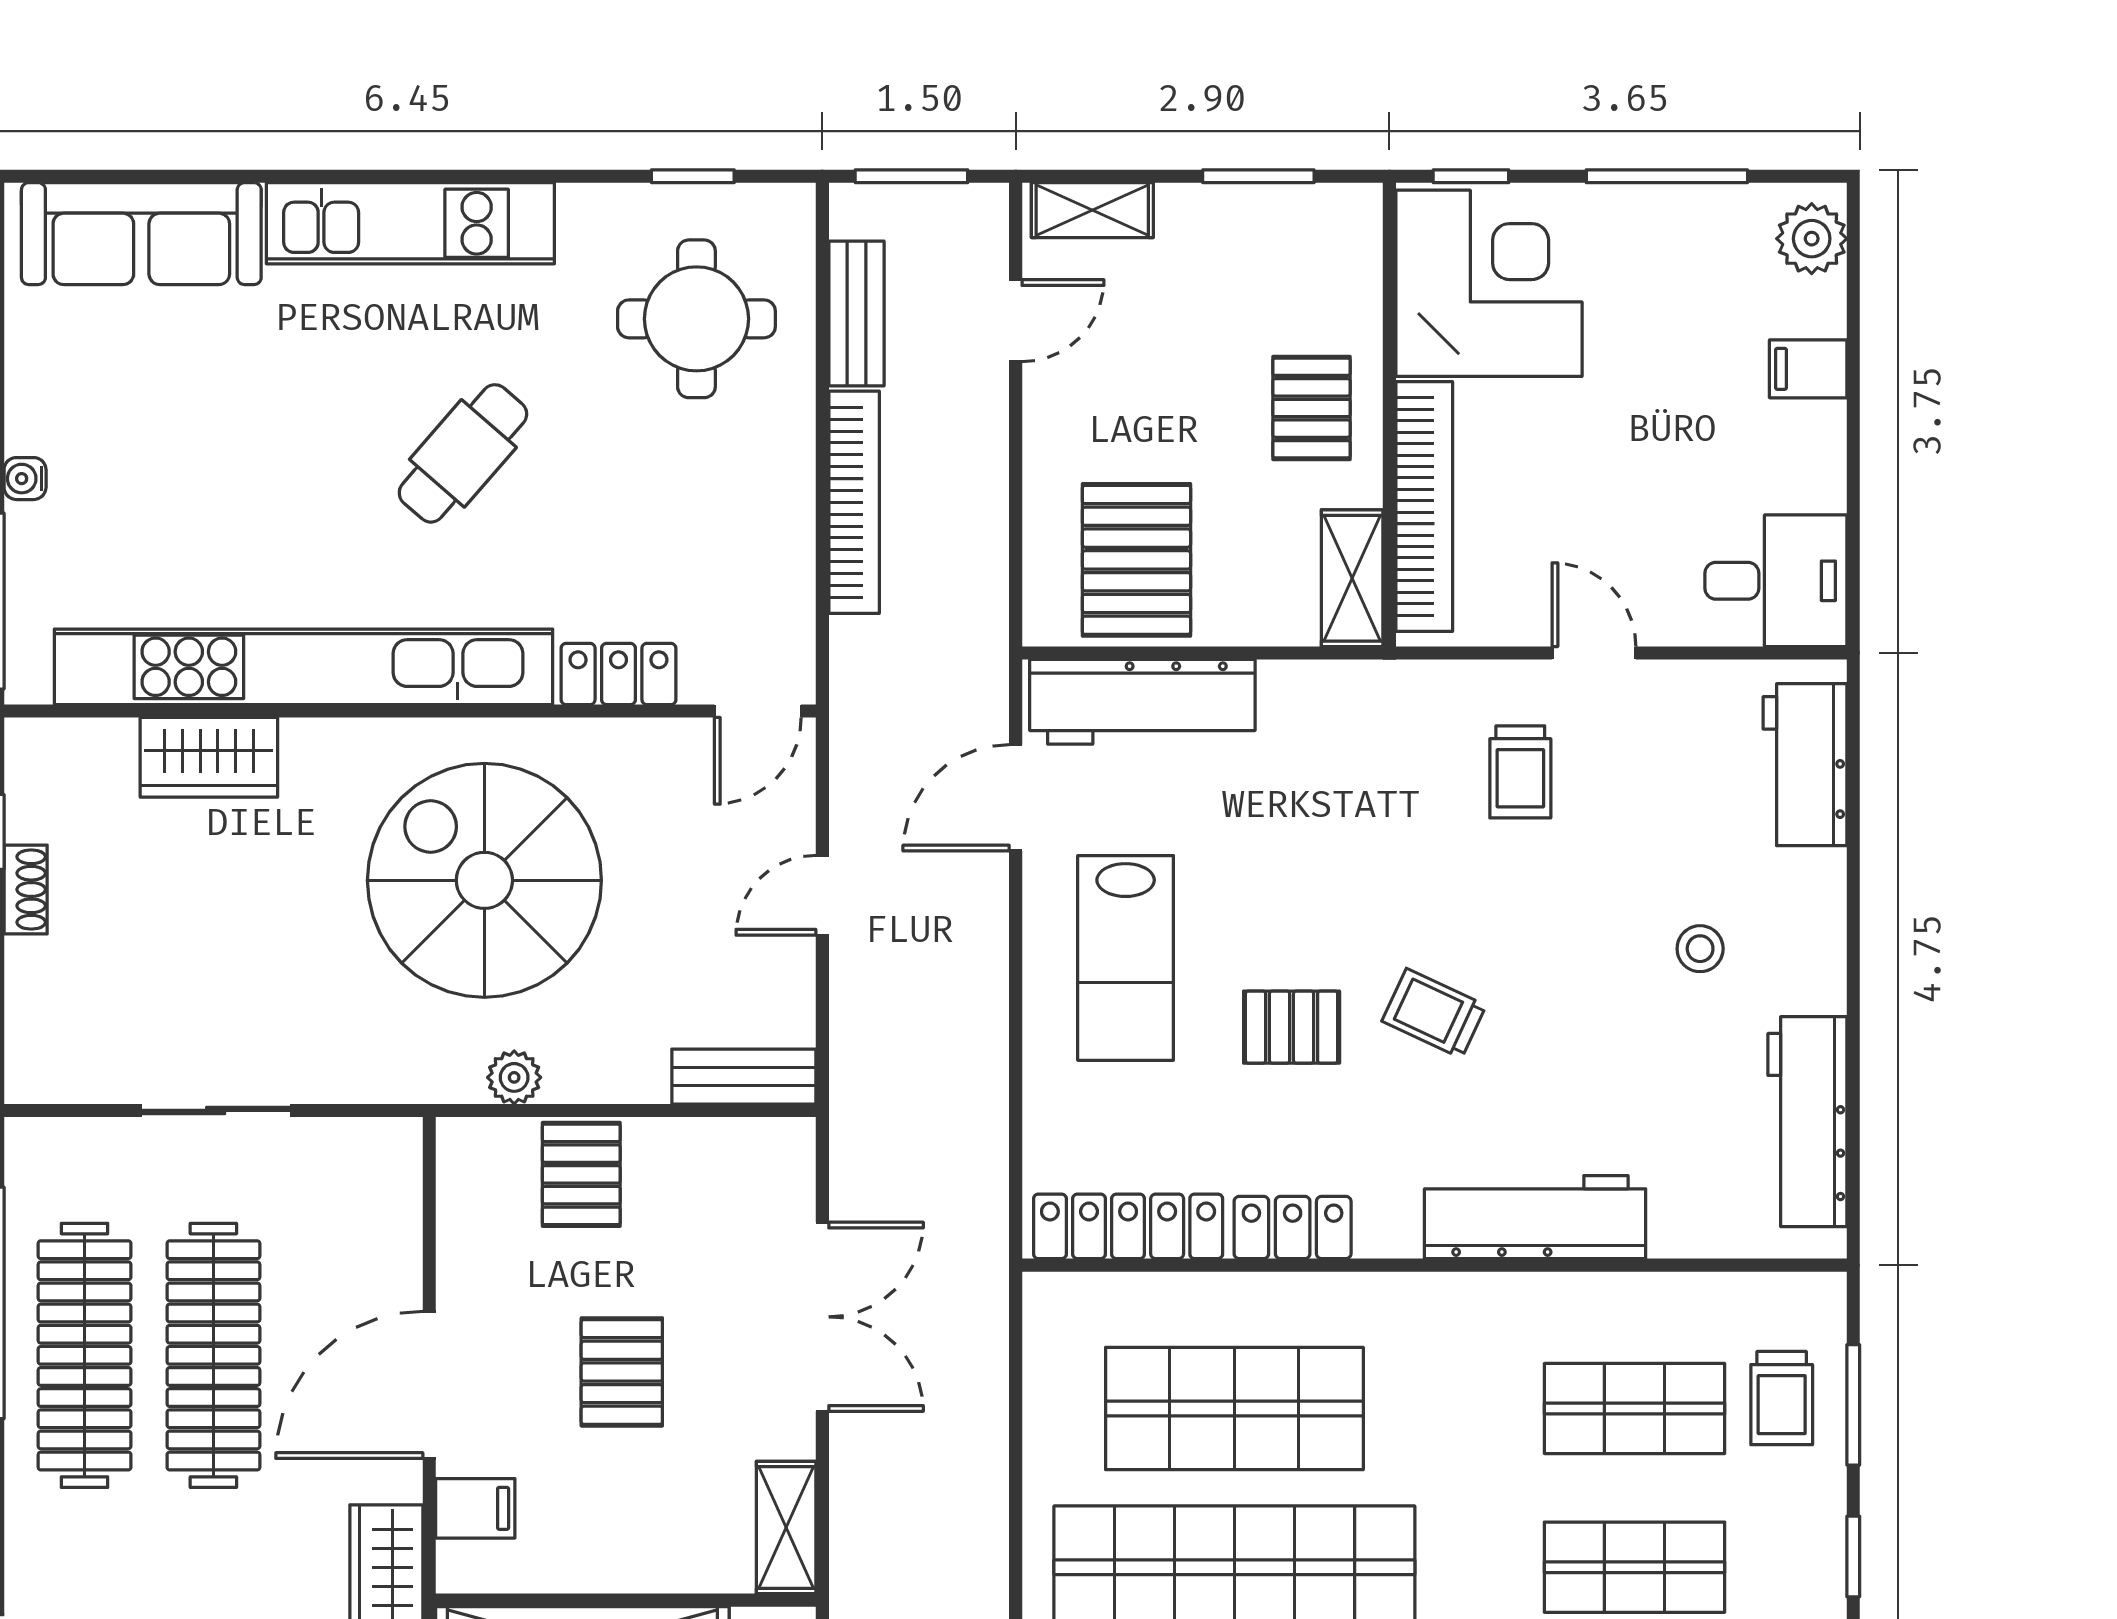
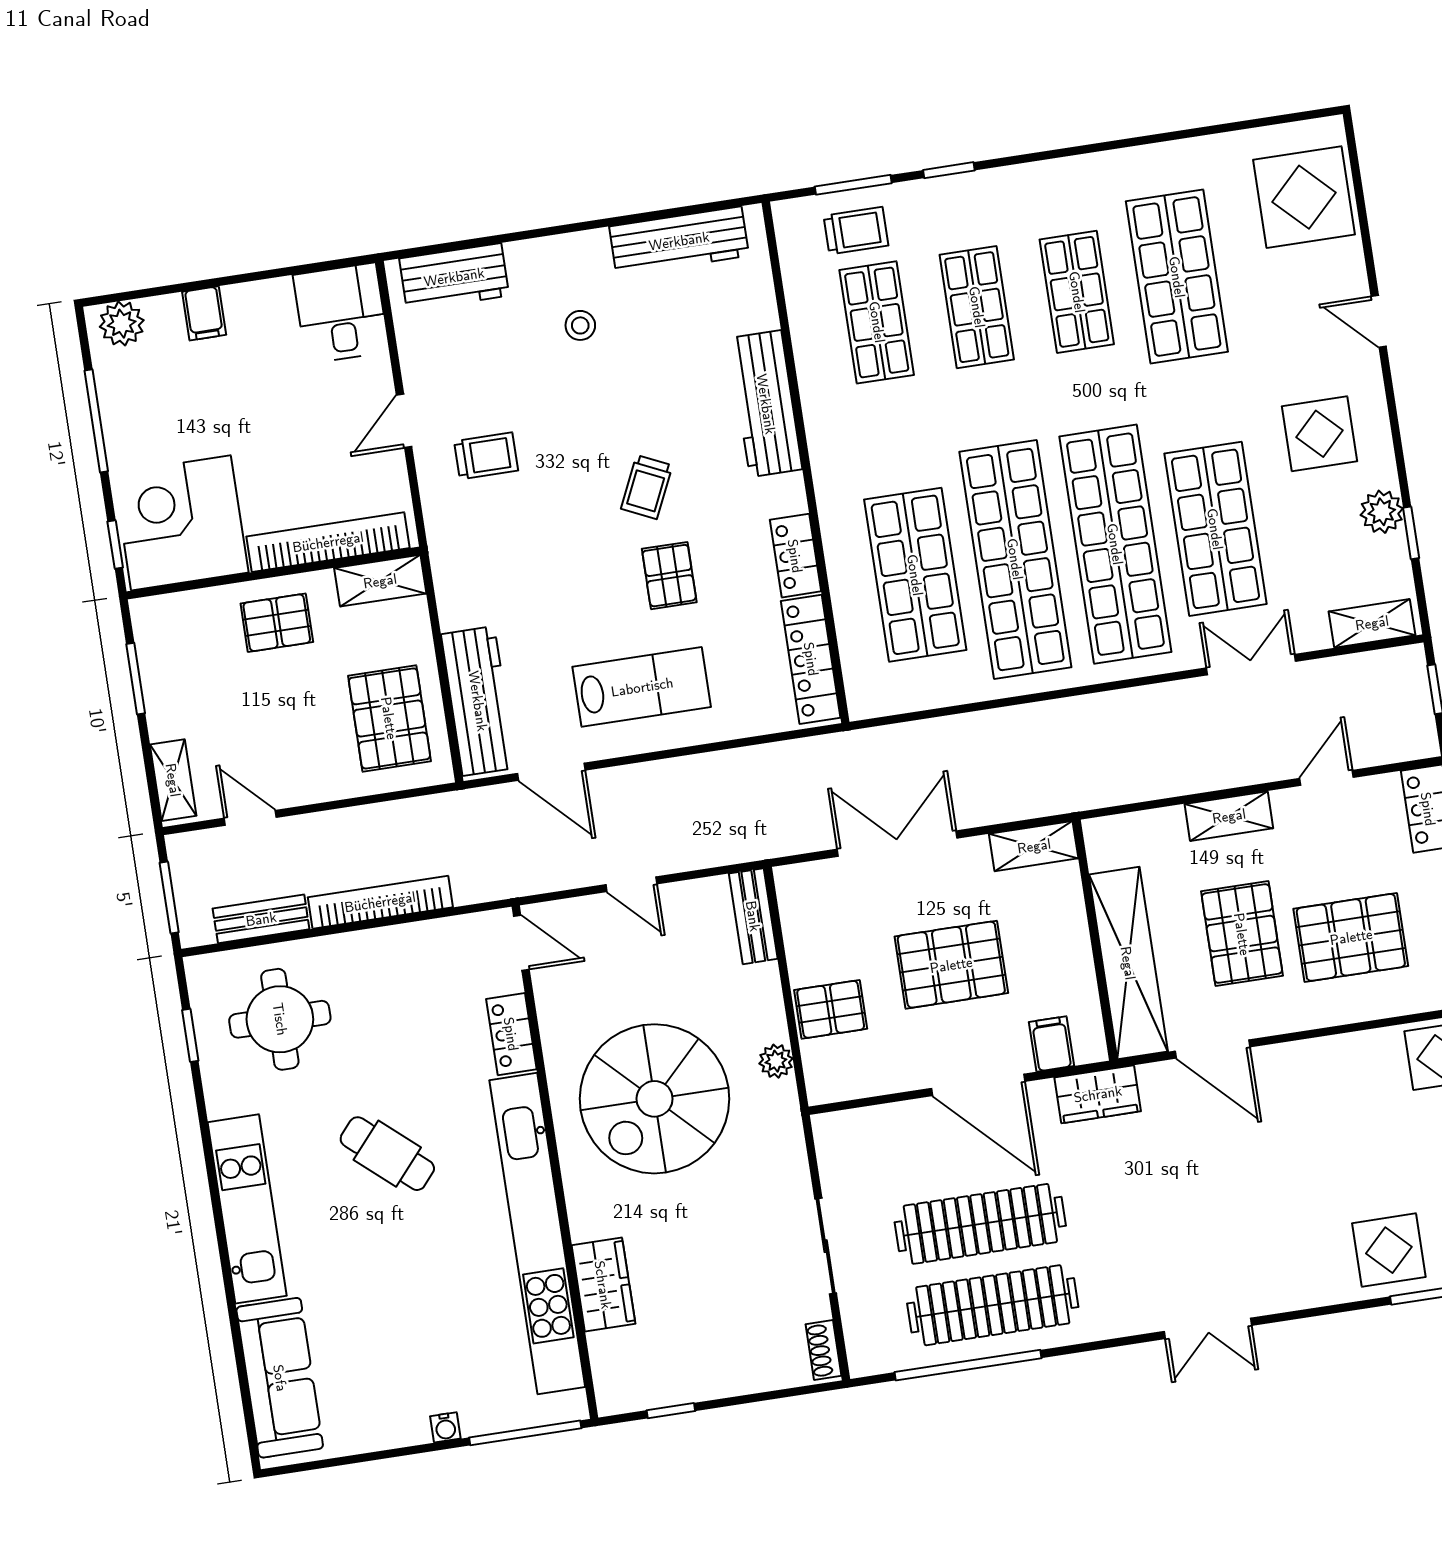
pallet: (1136, 560) -> (389, 718), turned 90
shoe rack: (26, 890) -> (823, 1350), moved, turned -90
pallet: (622, 1372) -> (951, 965), width x1.50, depth x1.42

